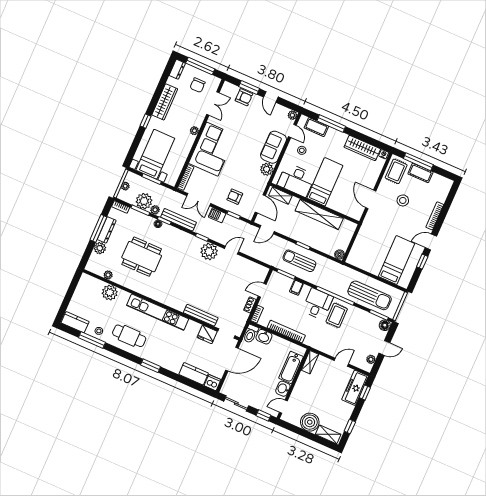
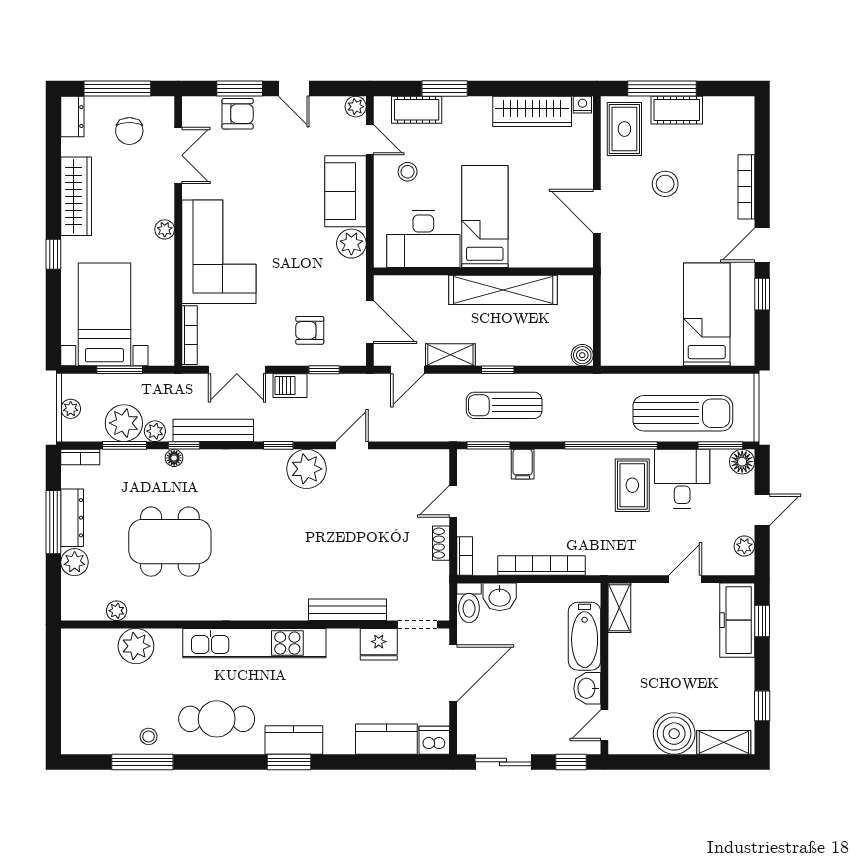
window: (331, 124) -> (445, 89), width x0.69
shelving: (280, 196) -> (450, 355), moved
desk: (318, 304) -> (682, 479), moved
kitchen counter: (75, 322) -> (294, 740), moved

